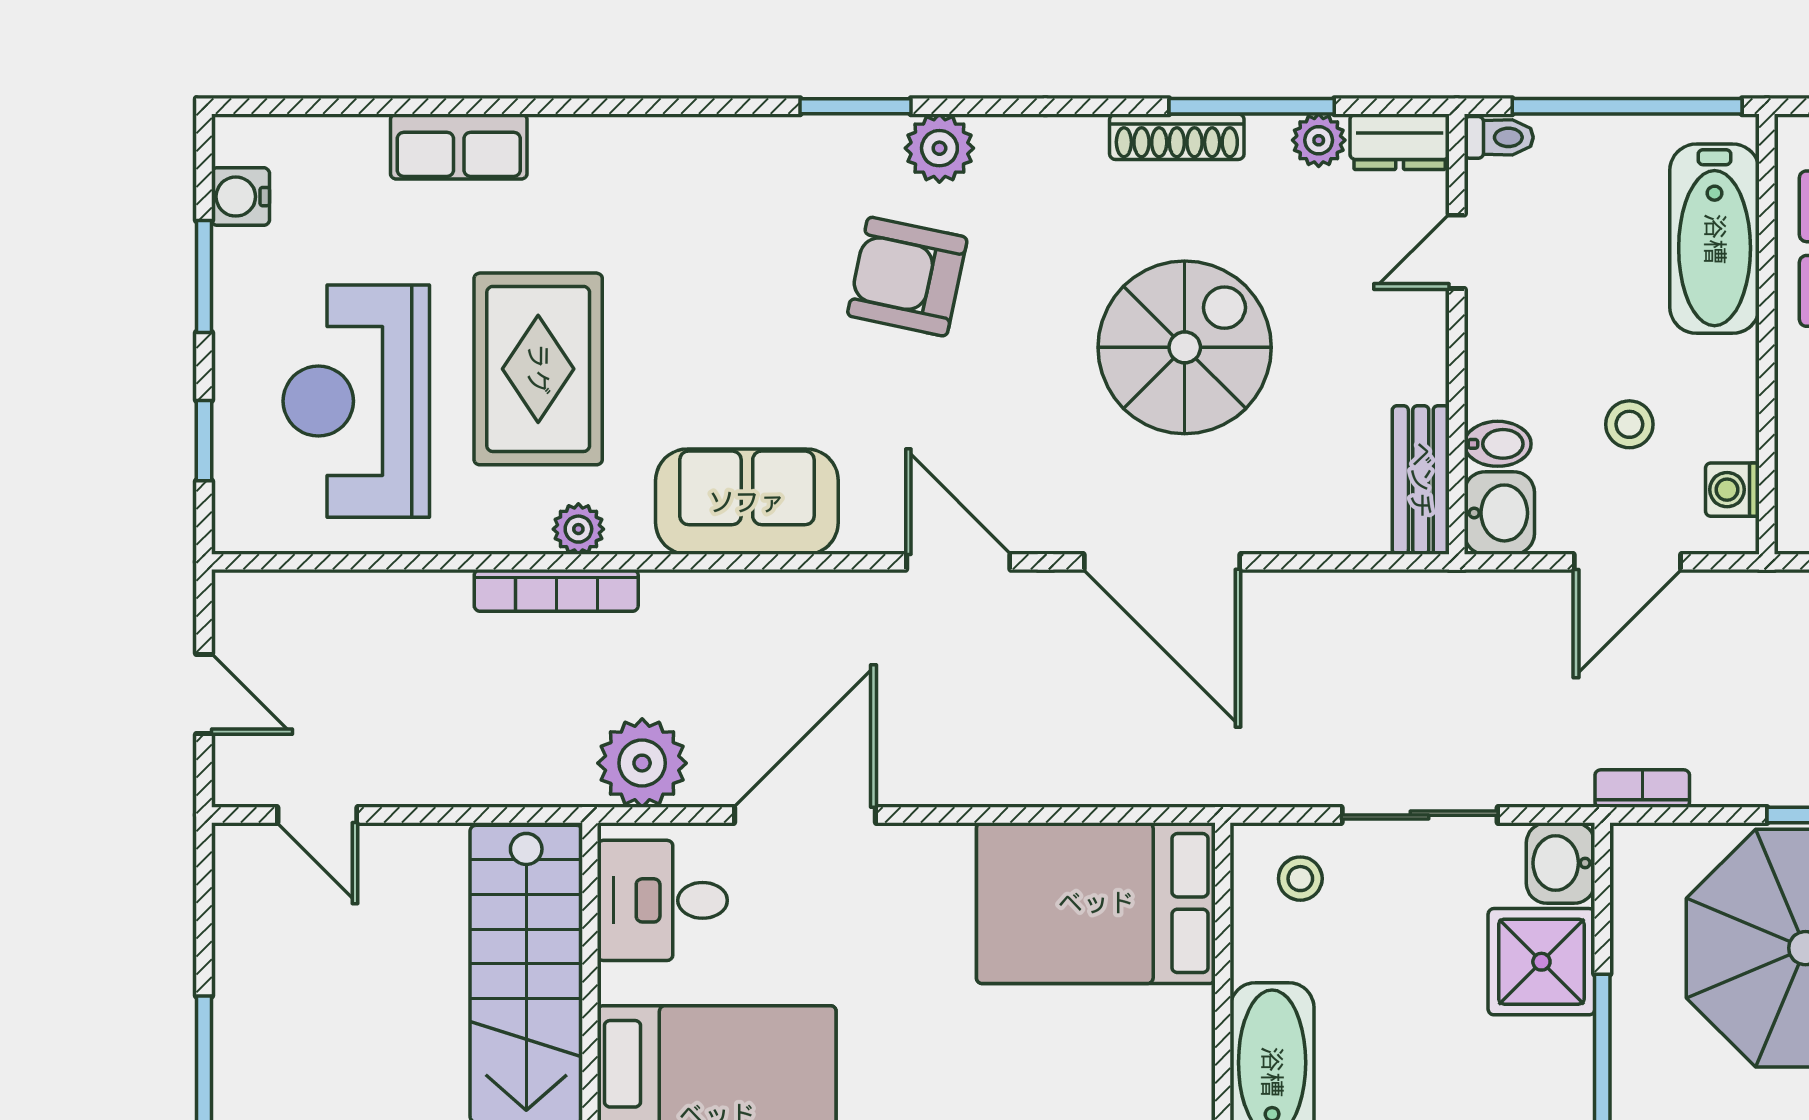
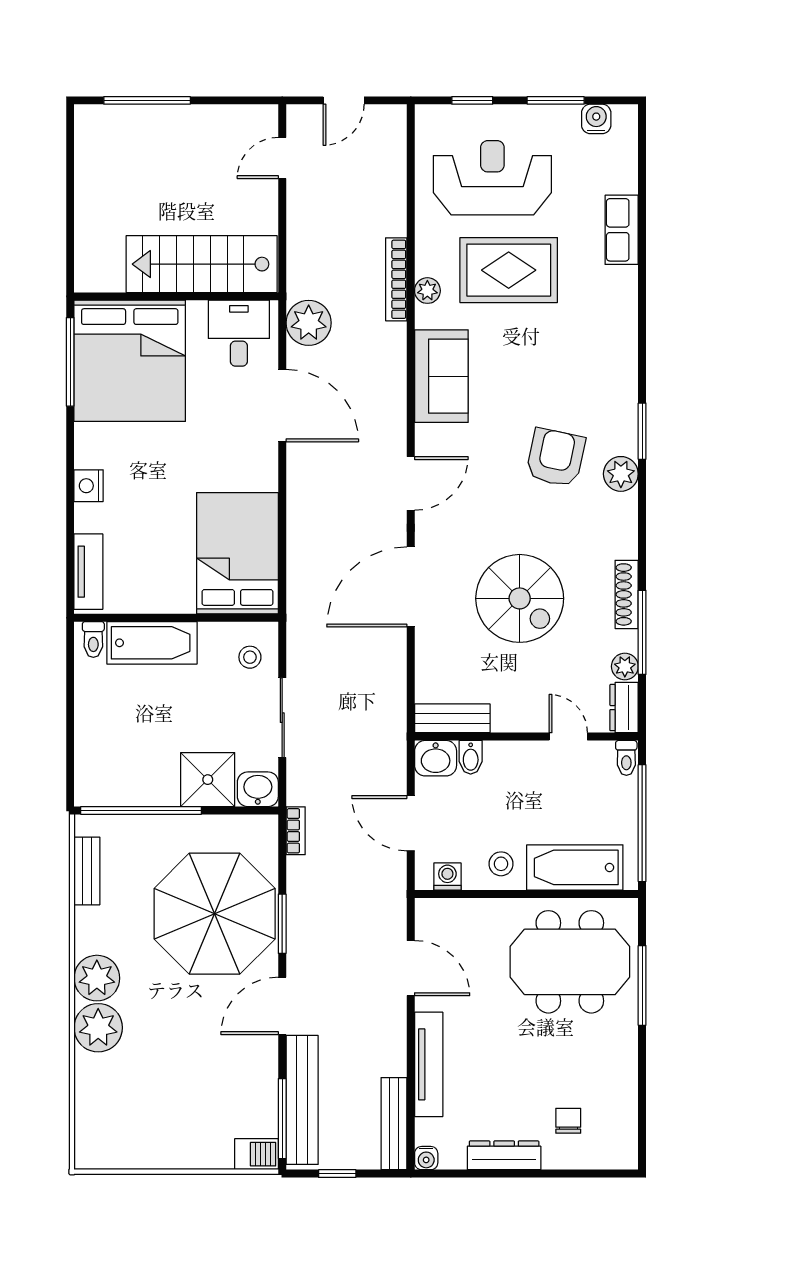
stool: (1629, 424) -> (501, 864), moved

